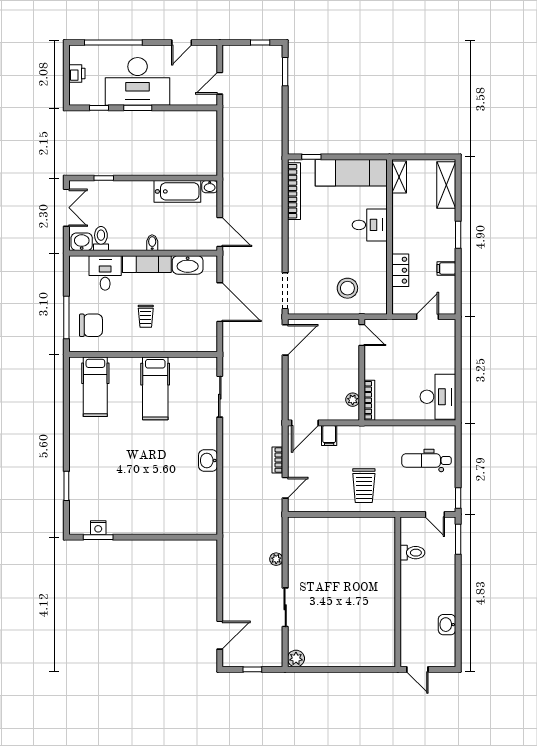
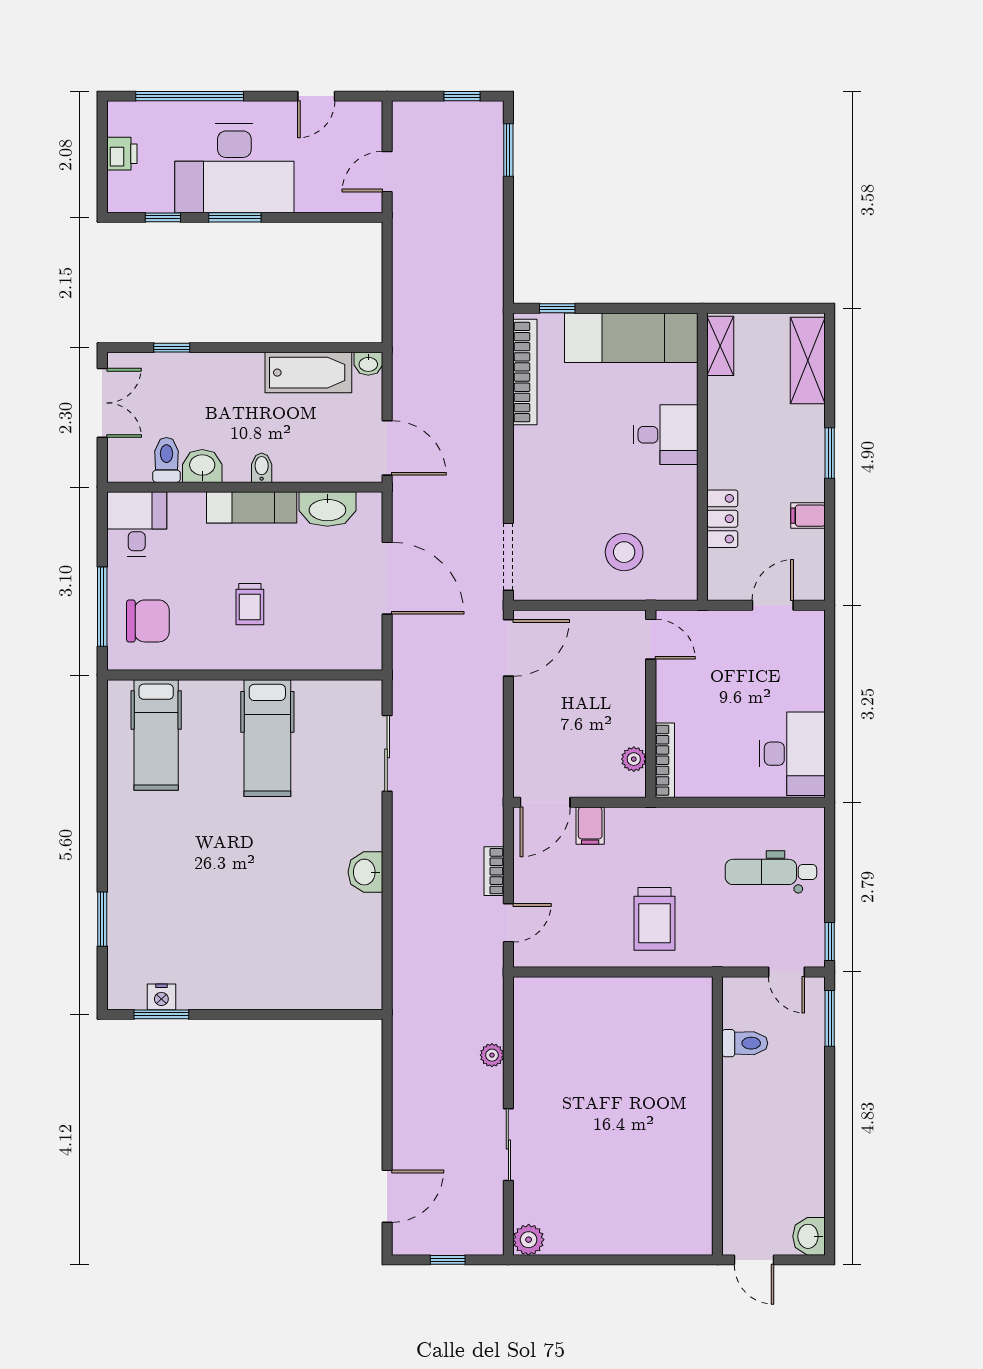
washbasin: (82, 242) -> (202, 466), moved
desk: (105, 273) -> (137, 524), moved
washbasin: (447, 625) -> (809, 1236), moved

